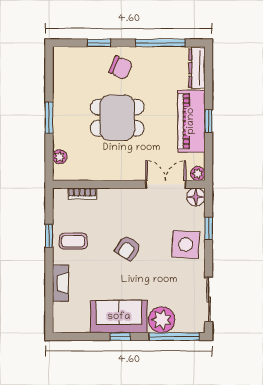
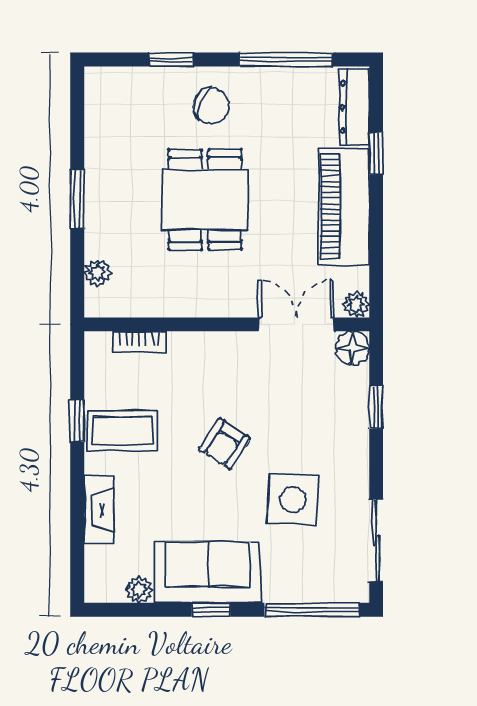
dining table: (117, 118) -> (205, 200), turned 90
window: (209, 121) -> (376, 153), moved
coffee table: (73, 241) -> (122, 431), width x1.36, depth x1.30
side table: (186, 244) -> (293, 500), moved
plant: (162, 320) -> (139, 590), moved, width x0.53, depth x0.53

